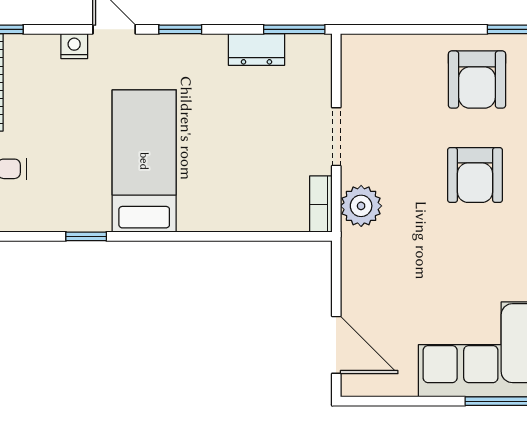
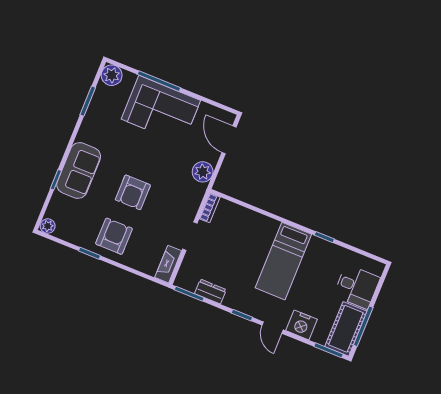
nightstand: (74, 46) -> (302, 325), width x1.89, depth x1.79
fireplace: (355, 69) -> (168, 264), added
armchair: (475, 175) -> (133, 192), turned 180
plant: (361, 206) -> (203, 172), moved

